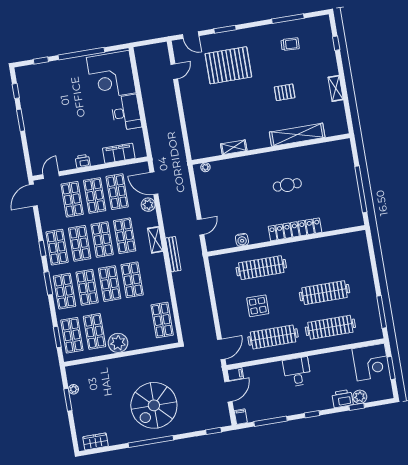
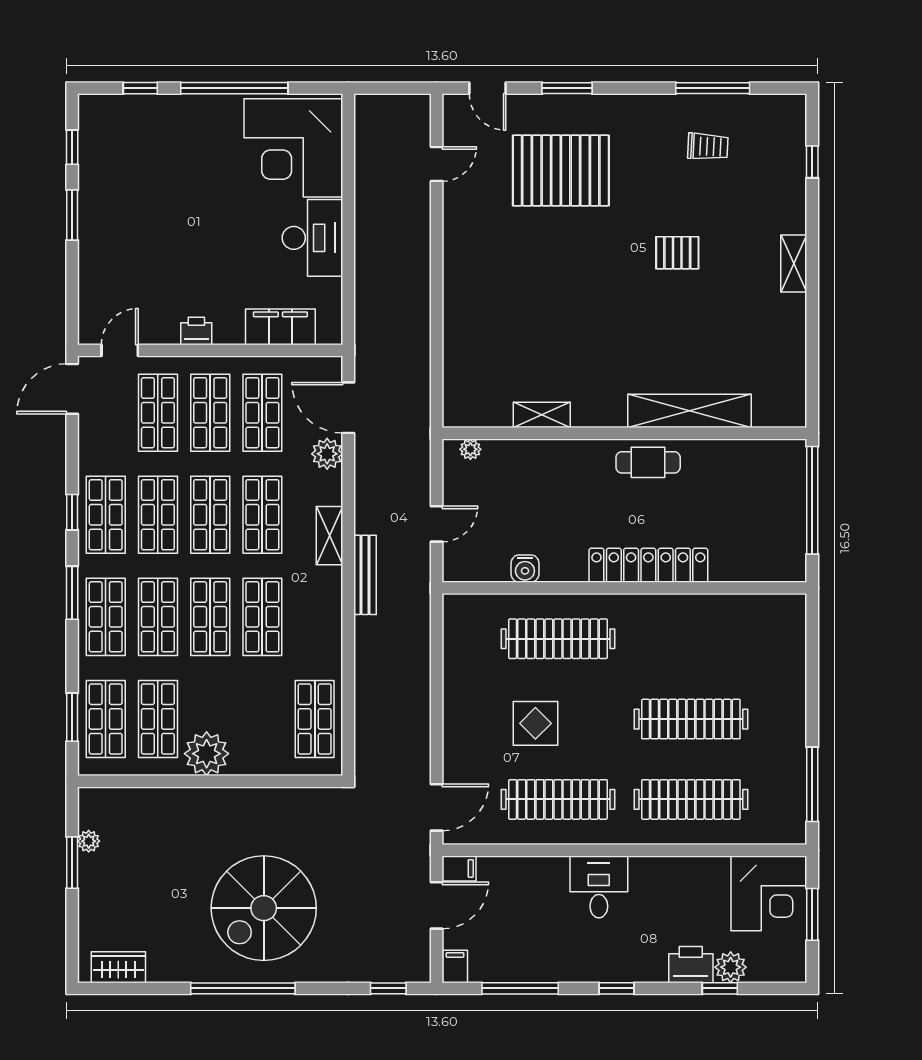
shelving: (297, 135) -> (689, 411), moved
shelving: (234, 147) -> (542, 415), moved
wall: (271, 149) -> (624, 433), moved
plant: (205, 167) -> (470, 449), moved

